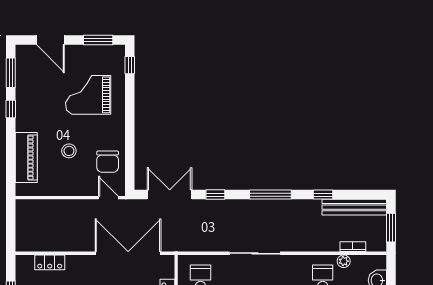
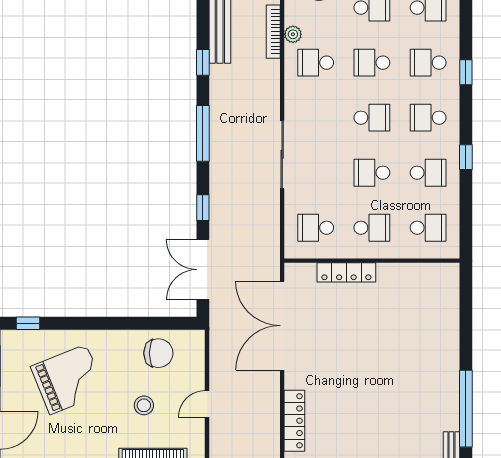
grand piano: (88, 95) -> (68, 379), turned -112
door: (108, 198) -> (207, 404), moved
bookcase: (353, 247) -> (273, 32), width x1.56
locker: (50, 262) -> (294, 421), width x1.53

